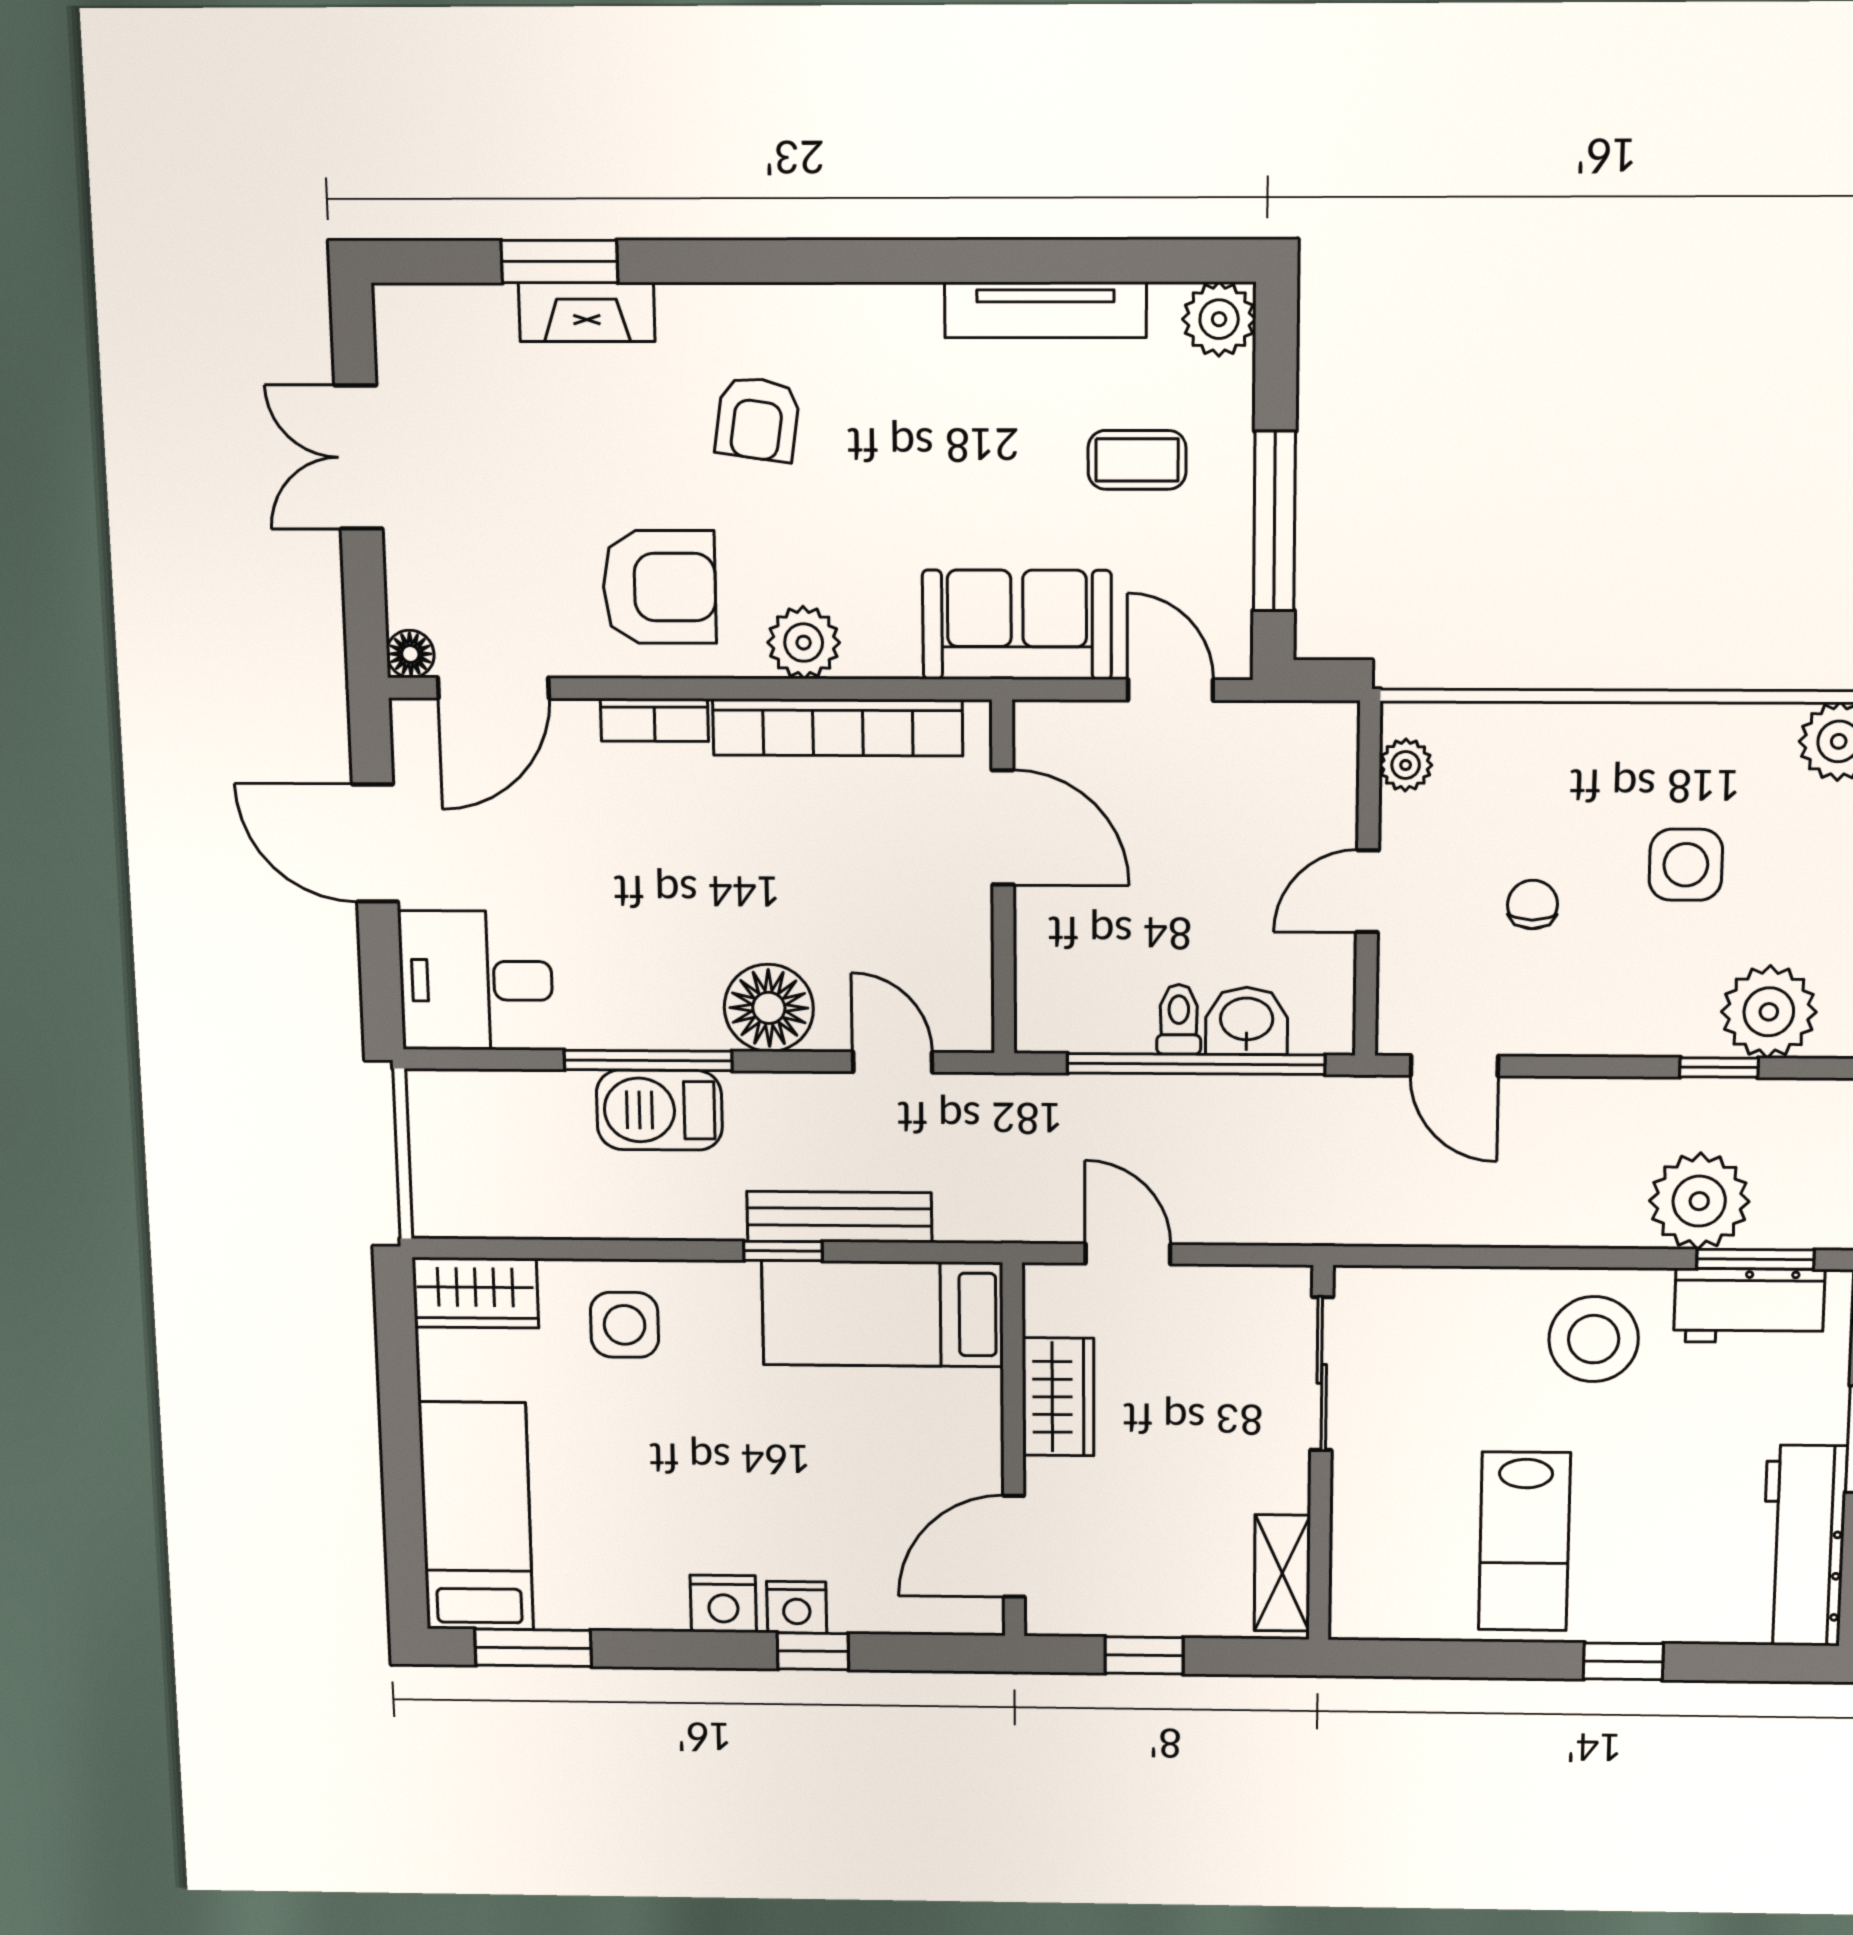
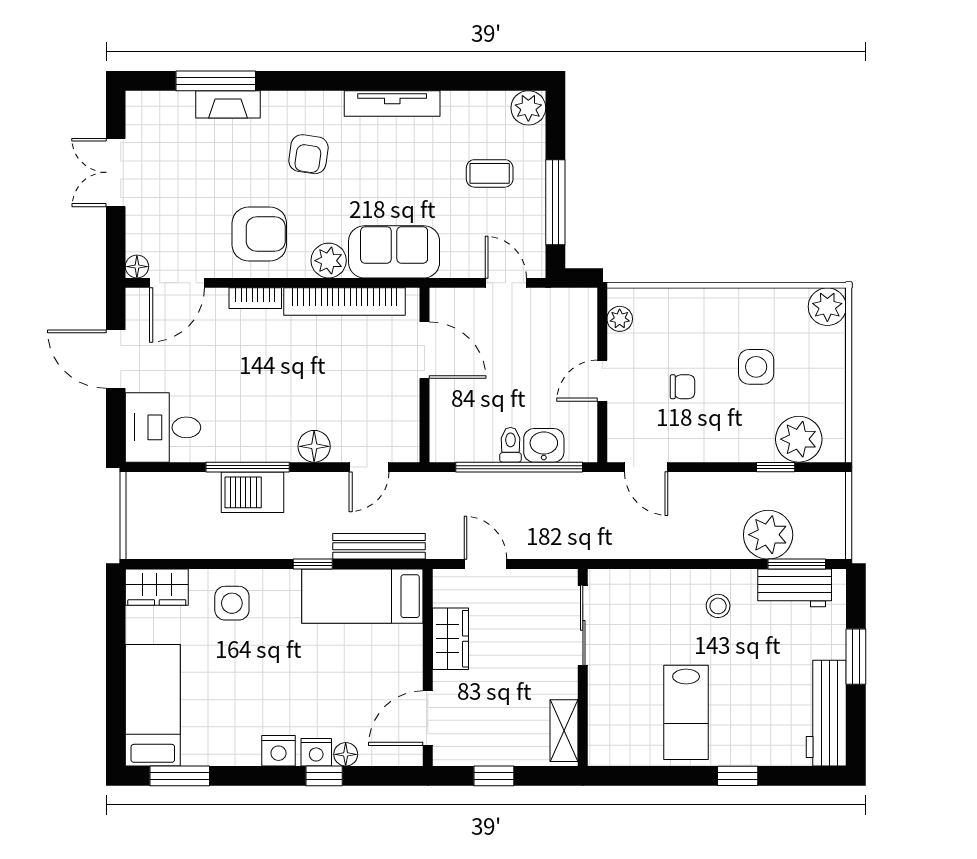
window: (559, 261) -> (216, 81), width x1.44
tv unit: (1046, 310) -> (392, 103), moved
sofa: (1017, 625) -> (394, 252), moved
chair: (1533, 905) -> (682, 387), turned 90
floor lamp: (769, 1008) -> (314, 446), width x0.73, depth x0.73
door: (893, 1062) -> (369, 467), swing flipped
bench: (839, 1217) -> (379, 546), moved
stool: (1594, 1339) -> (718, 606), width x0.53, depth x0.53
floor lamp: (854, 1612) -> (346, 754), added

